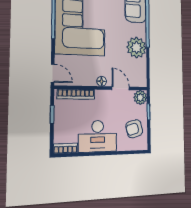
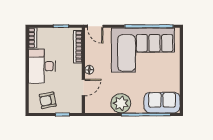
door: (53, 73) -> (95, 26), hinge flipped
plant: (140, 97) -> (75, 107), removed
armchair: (134, 129) -> (48, 100), turned -86

